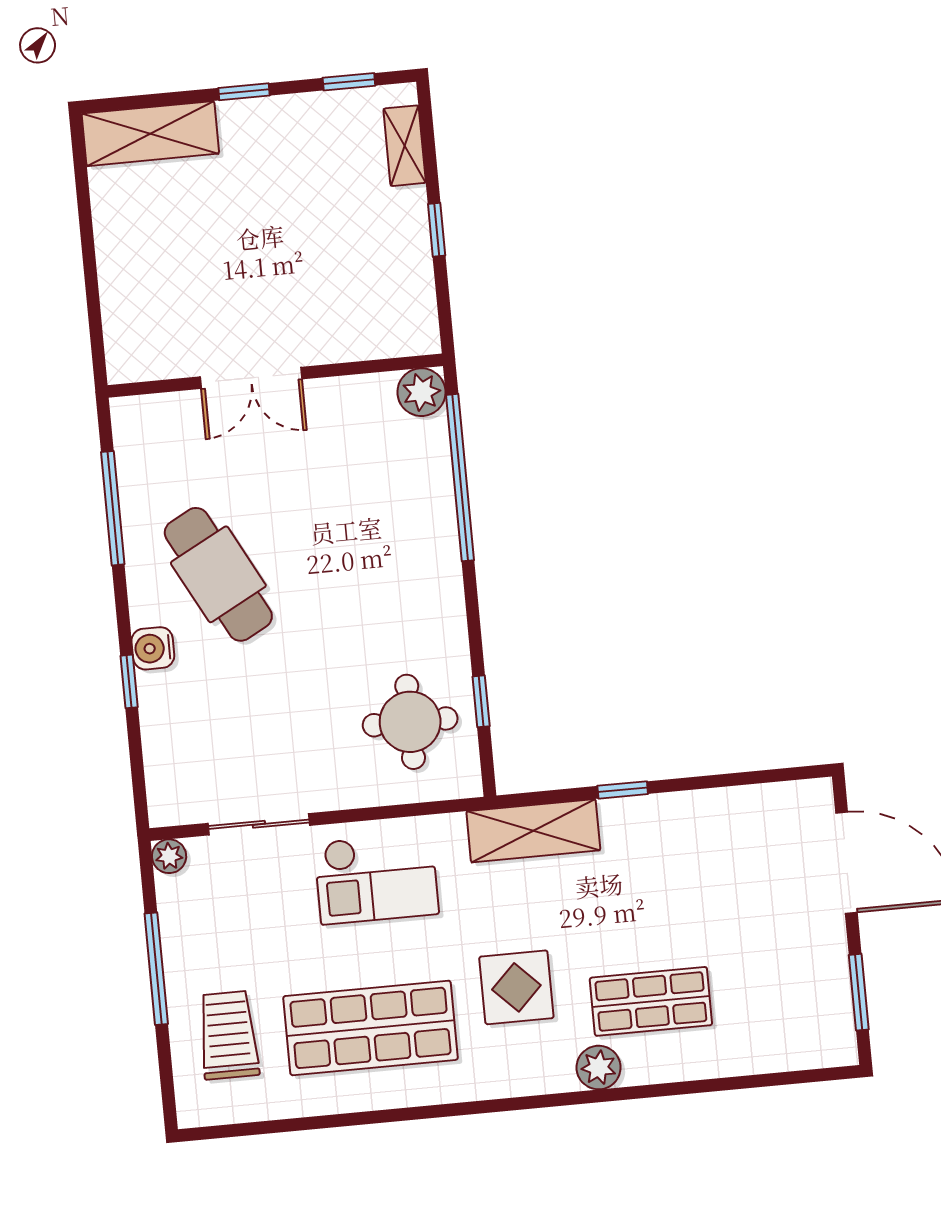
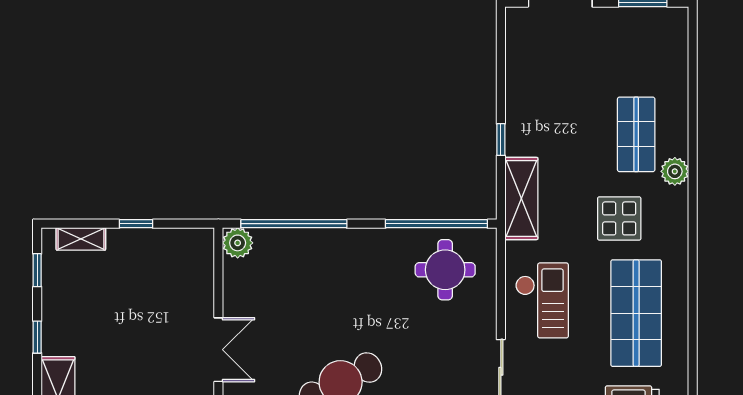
window: (481, 701) -> (436, 224), width x3.17

